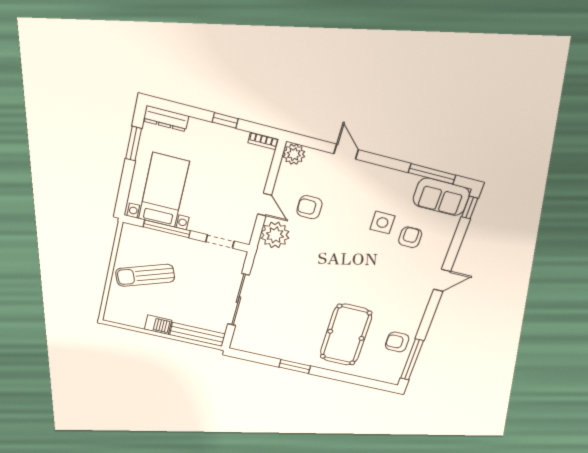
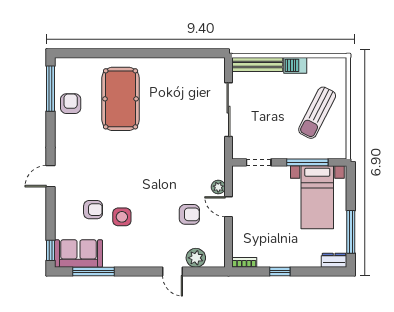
dresser: (166, 119) -> (334, 260), width x0.70
window: (134, 144) -> (351, 232), width x1.44
plant: (294, 154) -> (196, 258), moved
plant: (275, 235) -> (218, 187), width x0.53, depth x0.53
armchair: (410, 237) -> (93, 210), turned -90
sun lounger: (145, 275) -> (317, 113), turned 137
armchair: (397, 342) -> (71, 104), turned -90
window: (295, 366) -> (159, 53), removed

